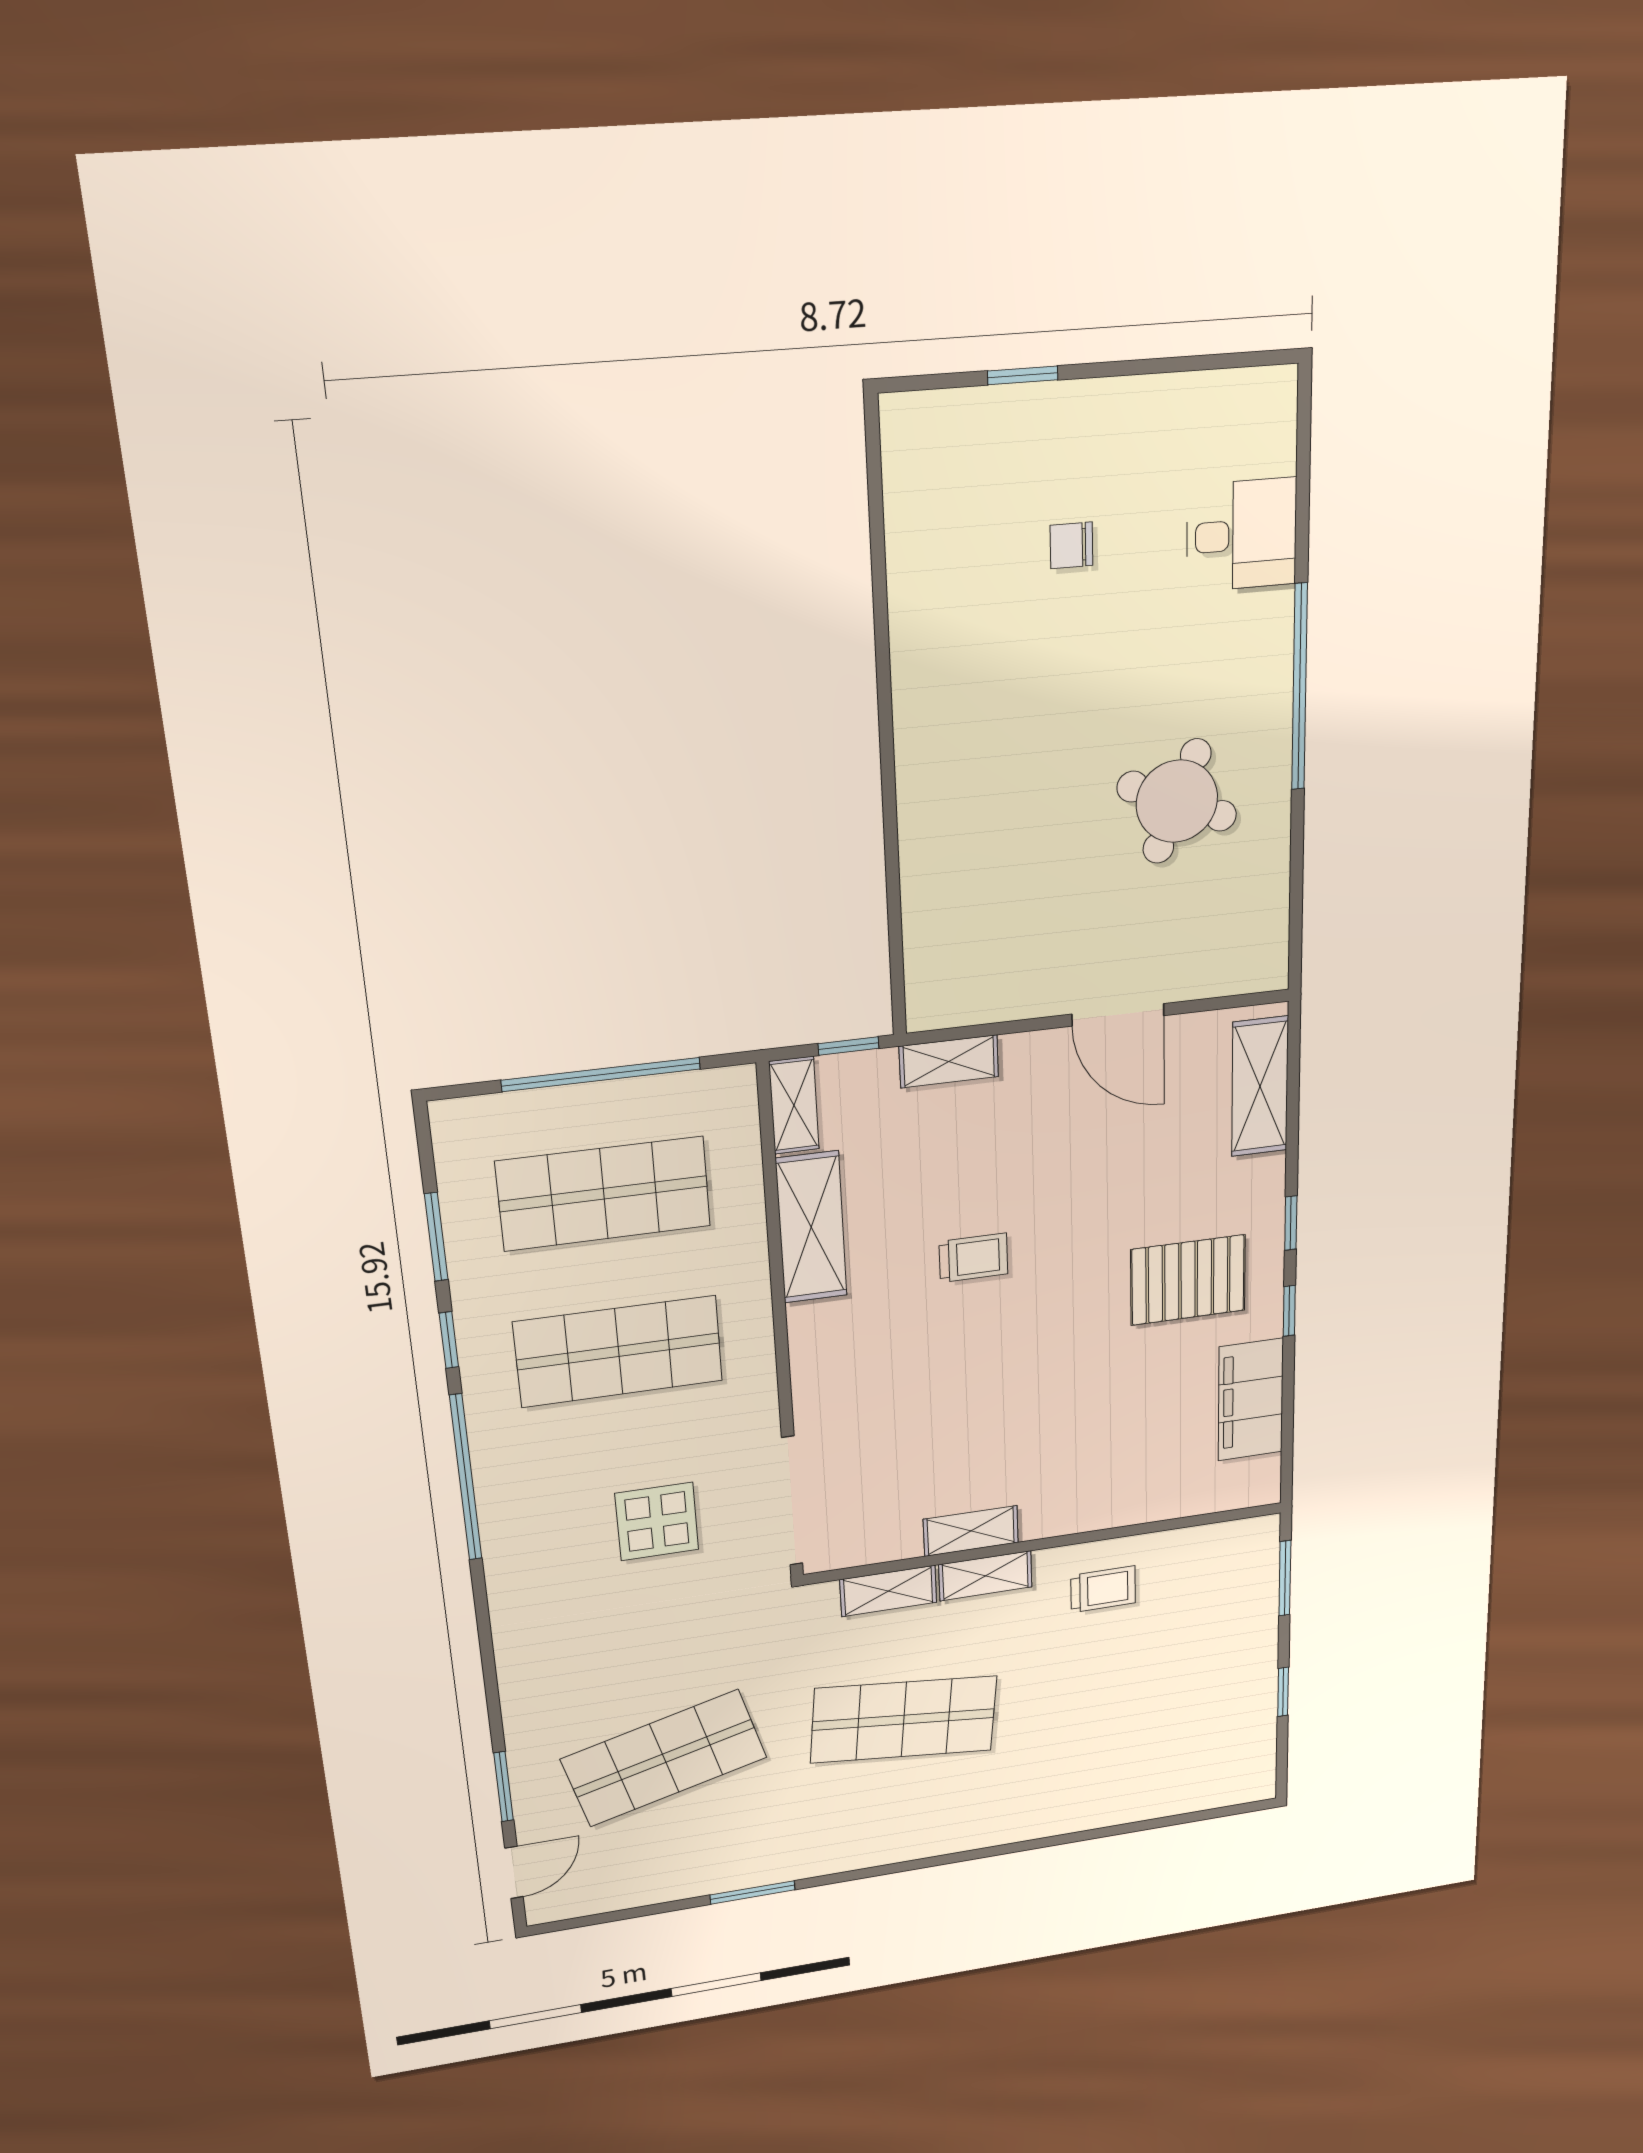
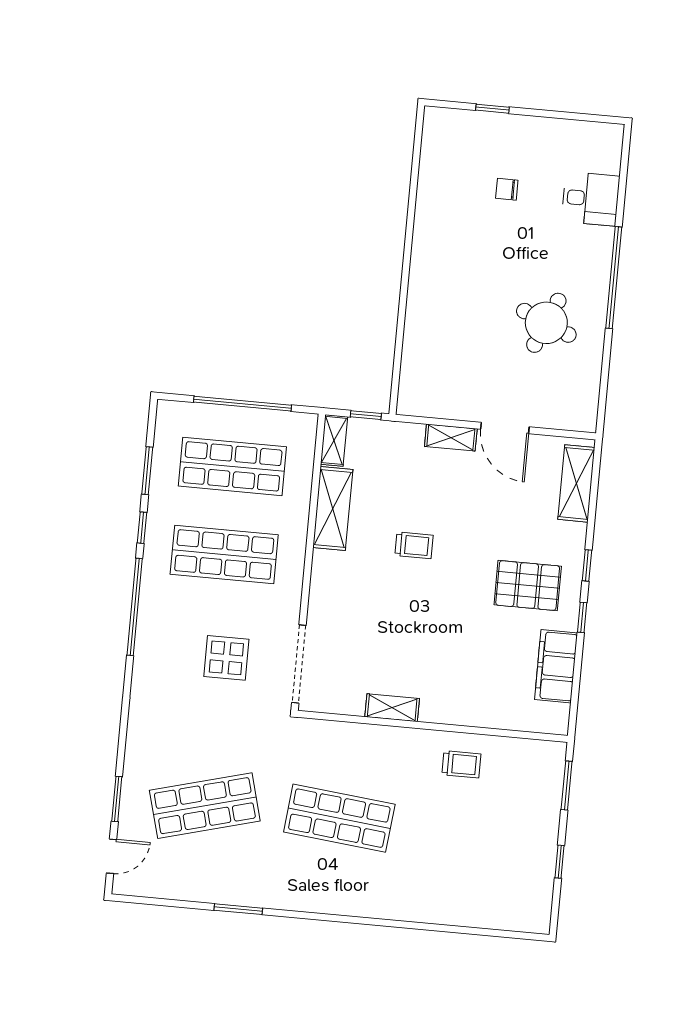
shelving: (949, 1061) -> (451, 438), moved
shelving: (985, 1576) -> (397, 738), removed
shelving: (888, 1591) -> (342, 733), removed

